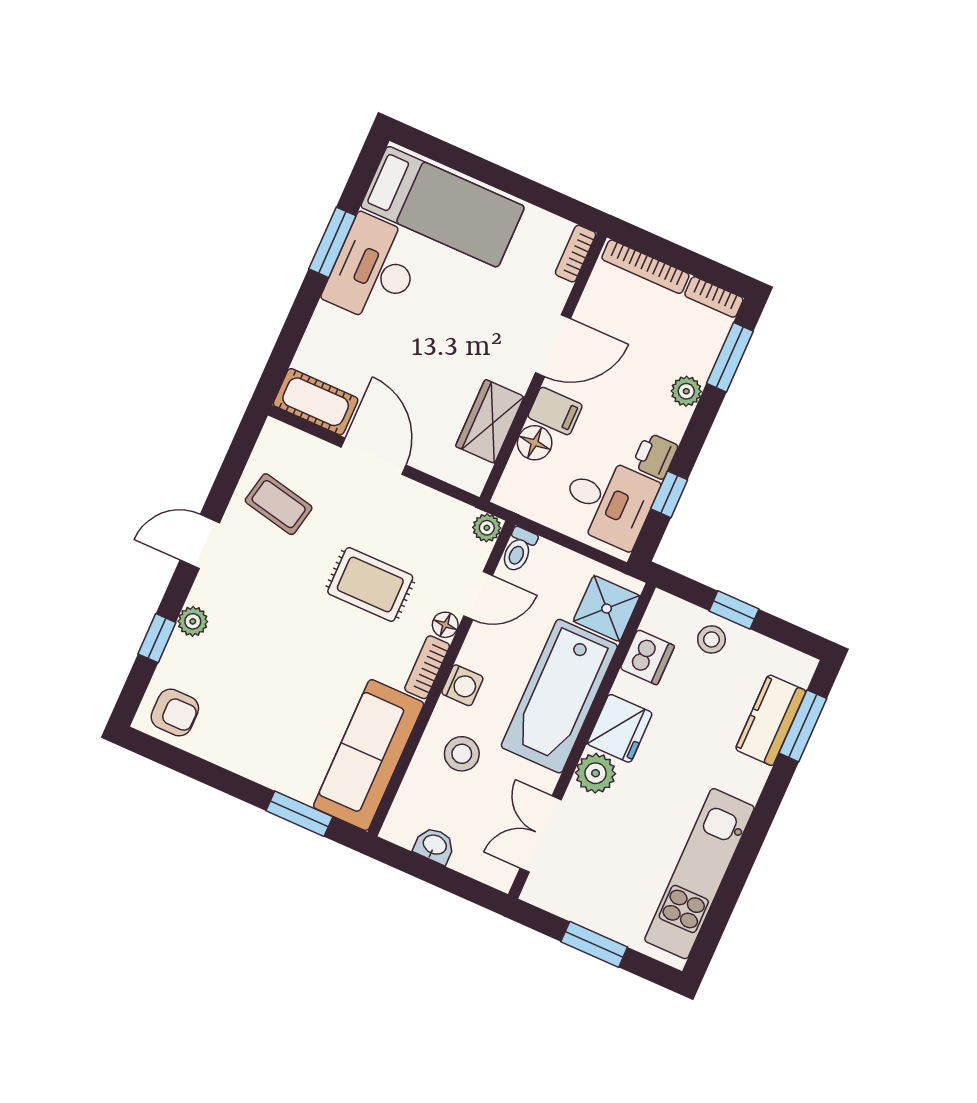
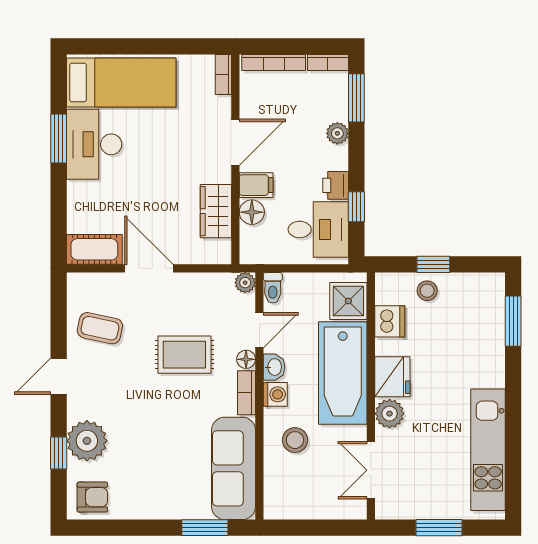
plant: (193, 621) -> (87, 441), width x1.88, depth x1.88
kitchen counter: (771, 720) -> (490, 327), removed
washbasin: (434, 845) -> (274, 367), moved, turned 90

